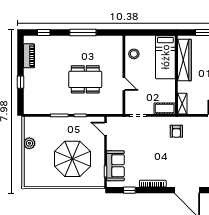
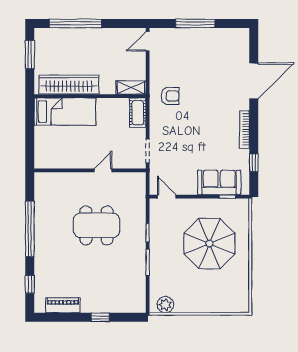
window: (83, 32) -> (30, 229), width x1.46
stool: (134, 54) -> (60, 156), removed
dining table: (85, 79) -> (97, 225), turned 90
door: (106, 129) -> (167, 197), swing flipped
plant: (29, 143) -> (165, 305), moved

